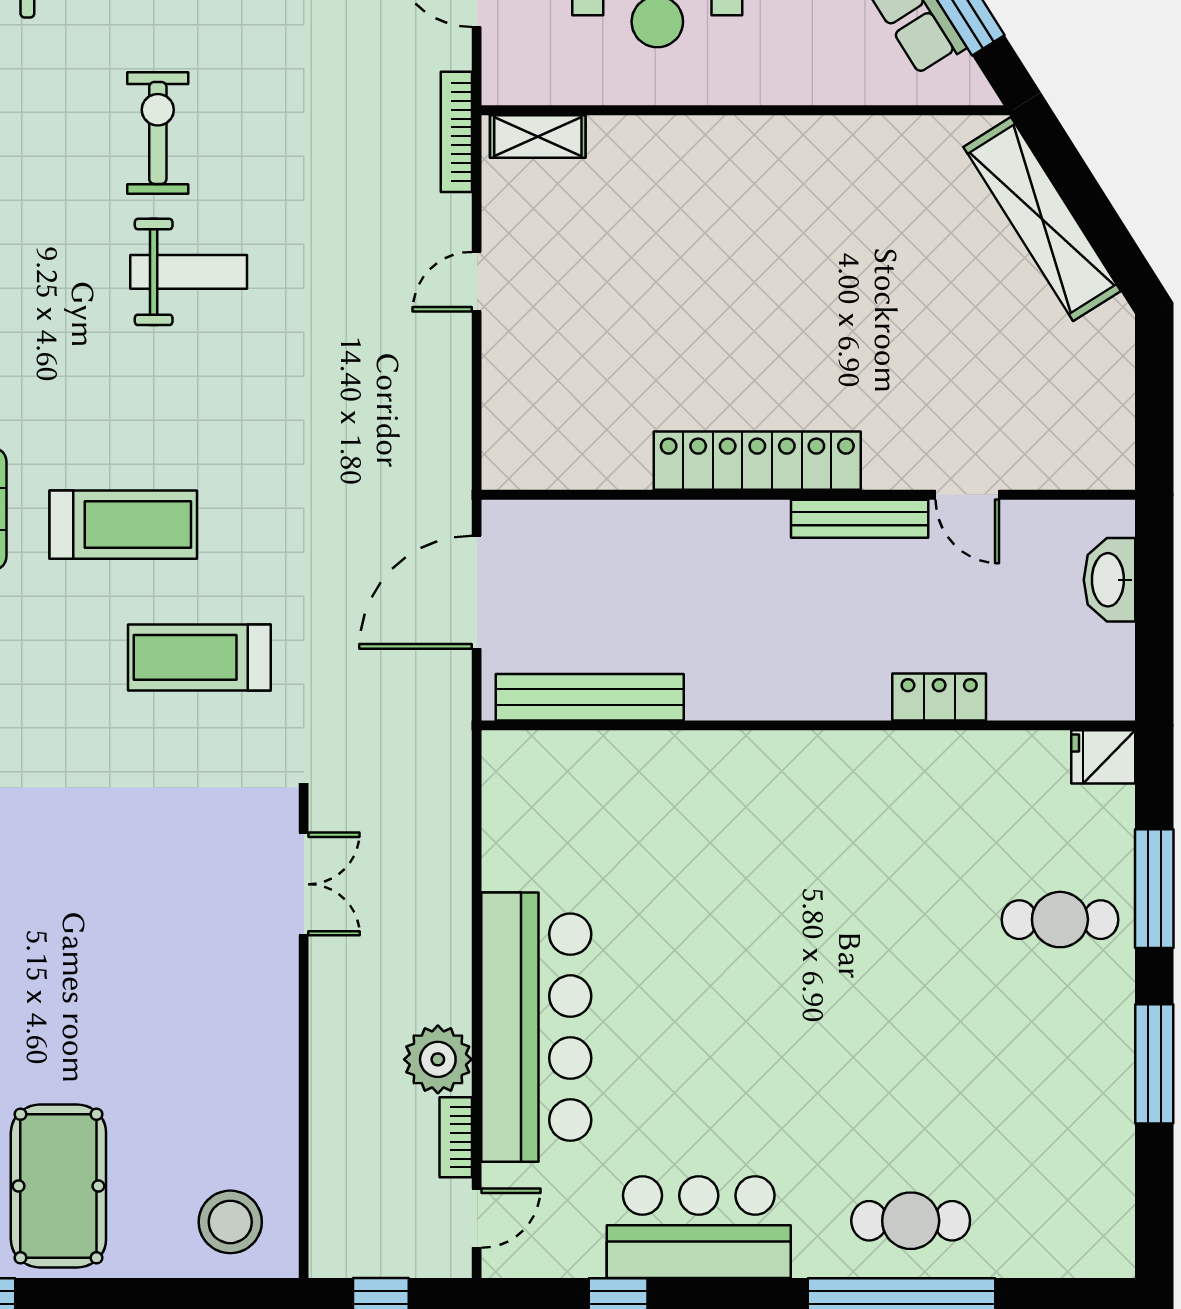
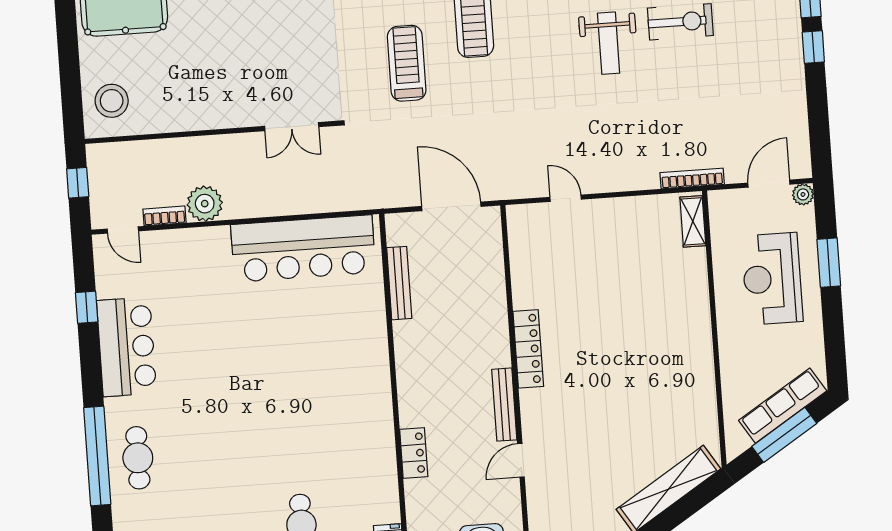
door: (477, 282) -> (566, 198), moved
locker: (757, 461) -> (528, 349), width x0.71, depth x0.83
bench: (590, 697) -> (399, 283), width x0.73, depth x0.82
bar counter: (536, 1027) -> (303, 248), moved

